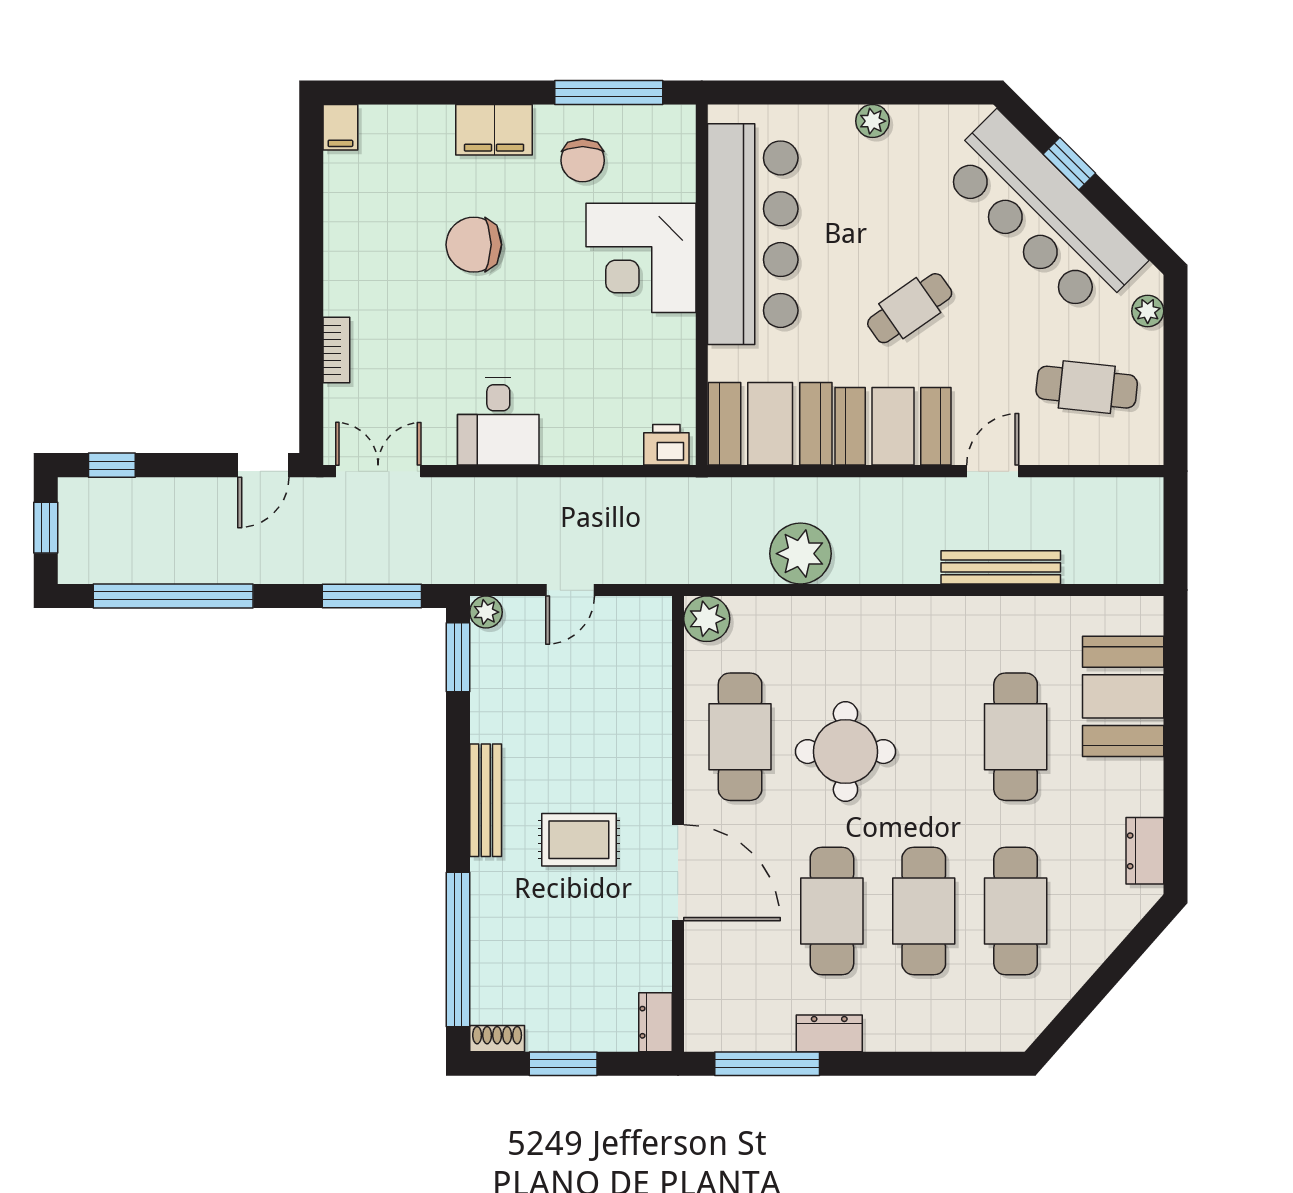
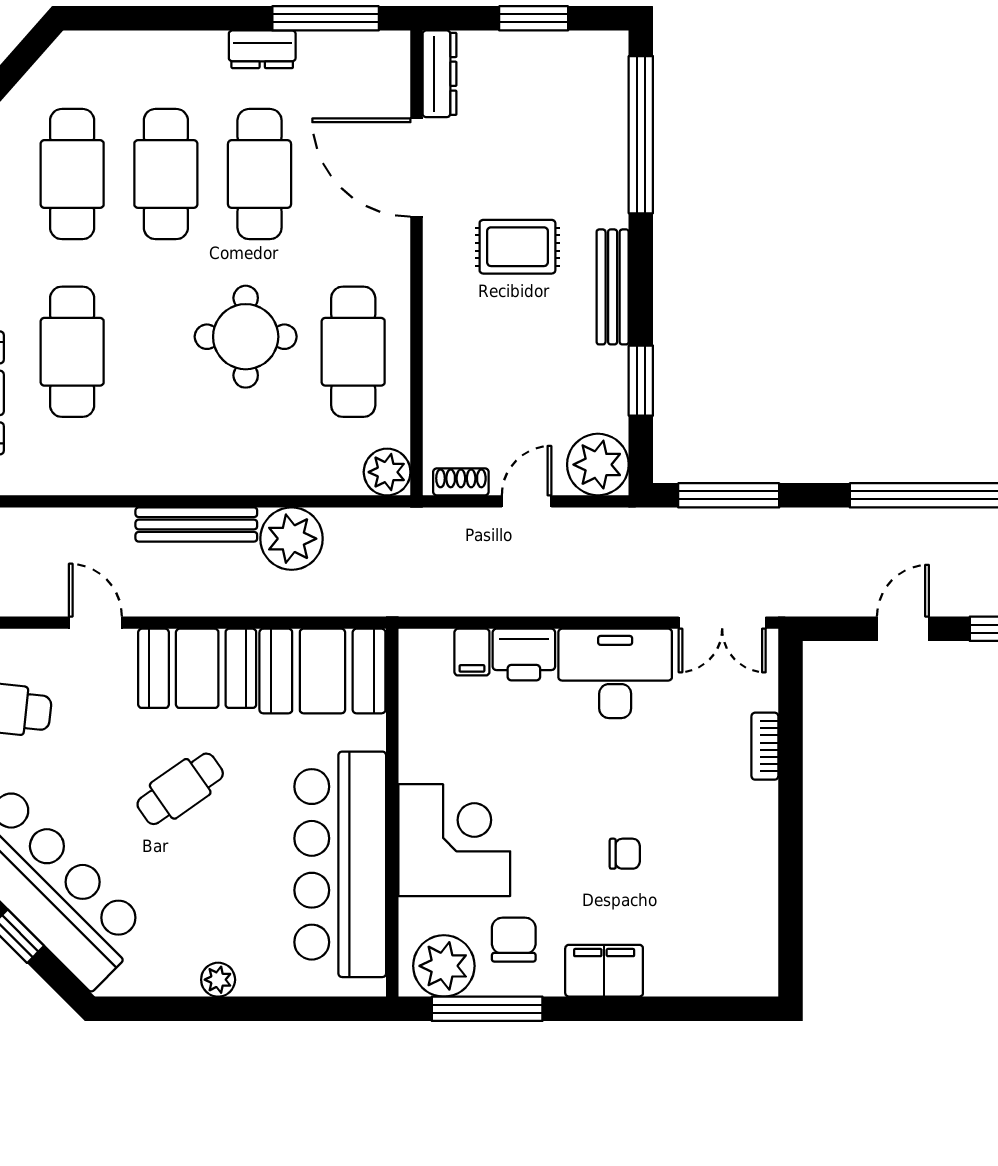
filing cabinet: (340, 127) -> (472, 652), moved, turned 180
plant: (651, 135) -> (444, 966), added
chair: (474, 245) -> (625, 854), width x0.54, depth x0.54
desk: (498, 421) -> (615, 673), width x1.37
printer: (666, 445) -> (524, 655), moved, width x1.36, depth x1.24
door: (263, 465) -> (903, 629), moved
door: (993, 471) -> (95, 623), swing flipped
bench: (1001, 567) -> (196, 524), moved
plant: (486, 612) -> (598, 465), width x1.87, depth x1.87
window: (458, 657) -> (641, 381), moved
door: (678, 873) -> (416, 168), moved
dresser: (655, 1022) -> (440, 74), width x1.44
shoe rack: (497, 1039) -> (461, 482), moved, turned 180

